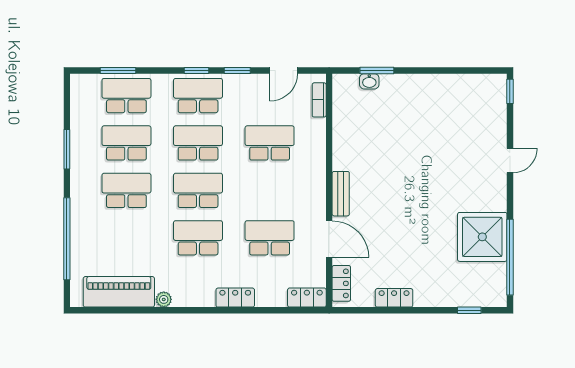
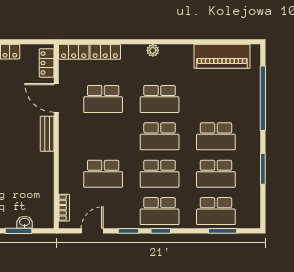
locker: (235, 298) -> (105, 52), moved
plant: (164, 299) -> (153, 50), moved

